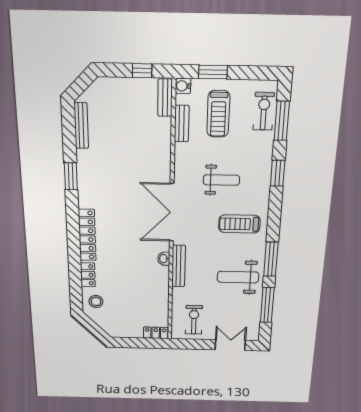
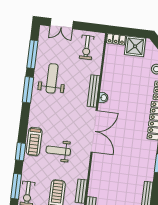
treadmill: (239, 224) -> (34, 142), moved, turned 90
weight bench: (238, 277) -> (52, 78), turned -90
shower: (129, 327) -> (135, 46), added

